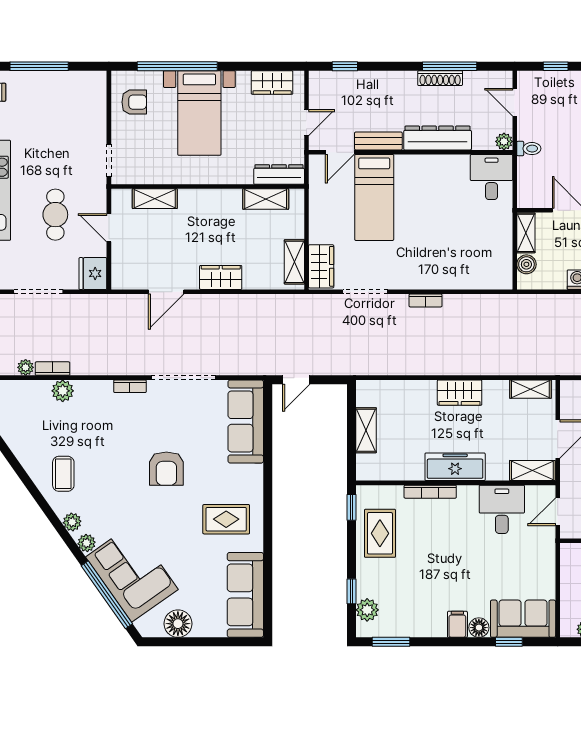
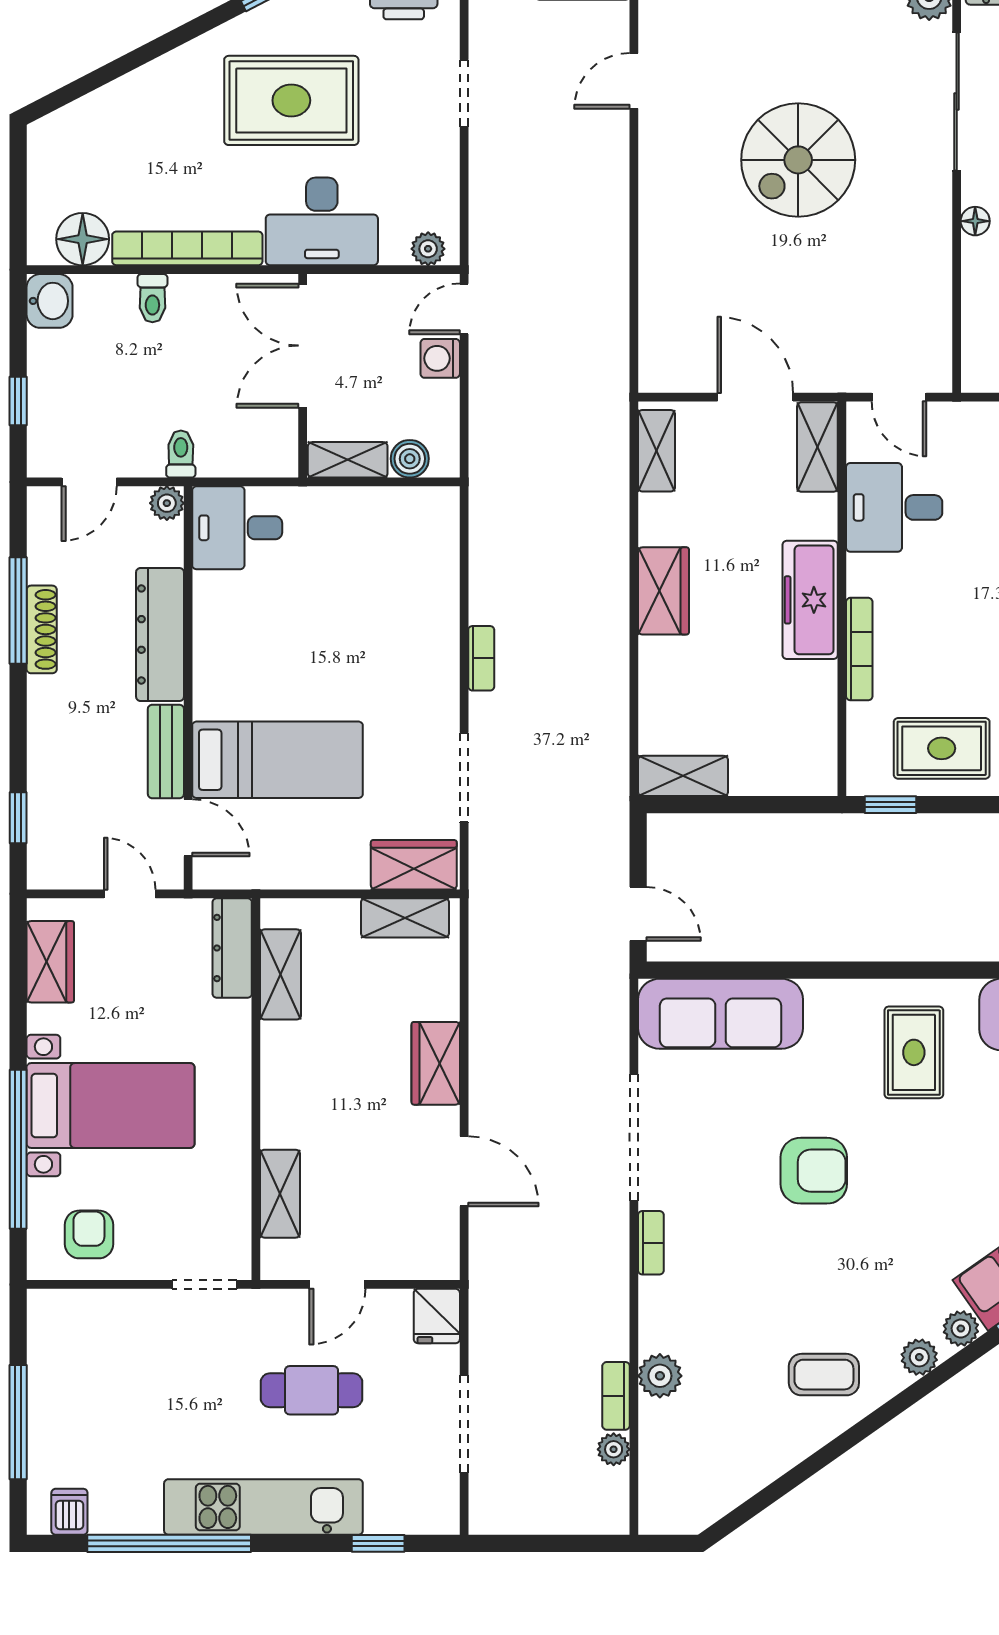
fridge: (93, 274) -> (437, 1316), width x0.72
shelving: (366, 430) -> (683, 776), moved

